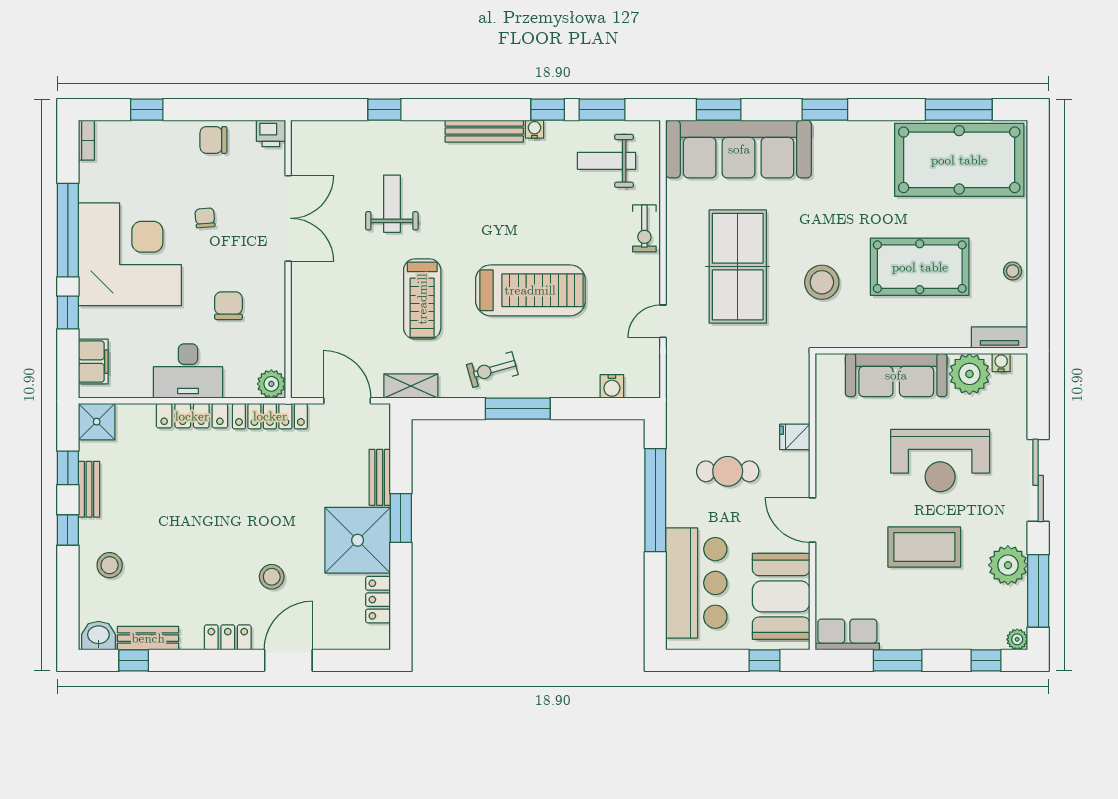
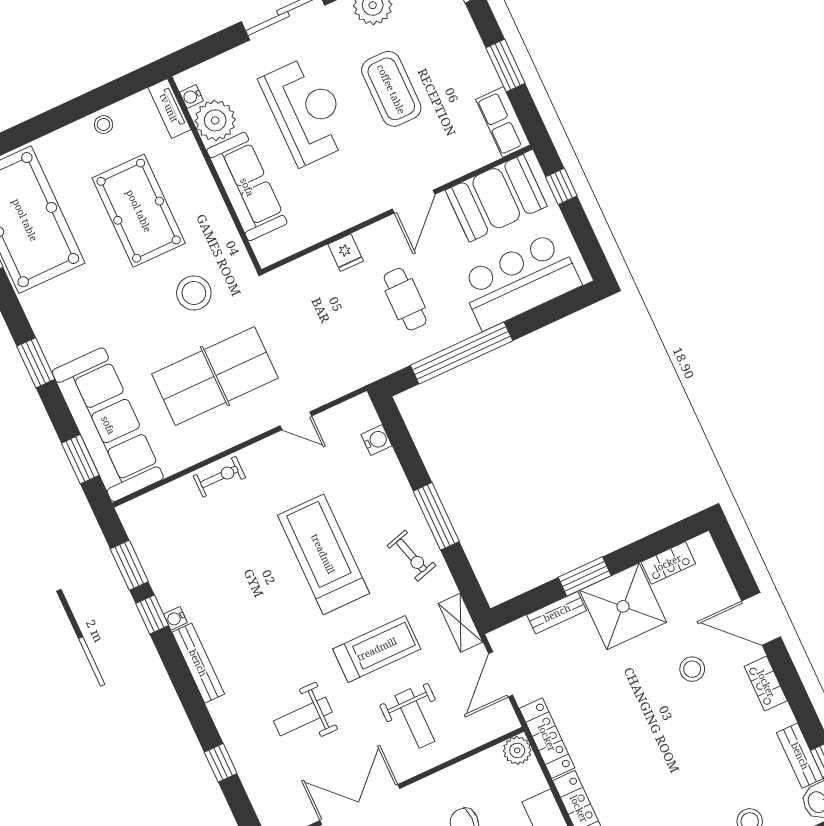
weight bench: (607, 161) -> (415, 718), moved

